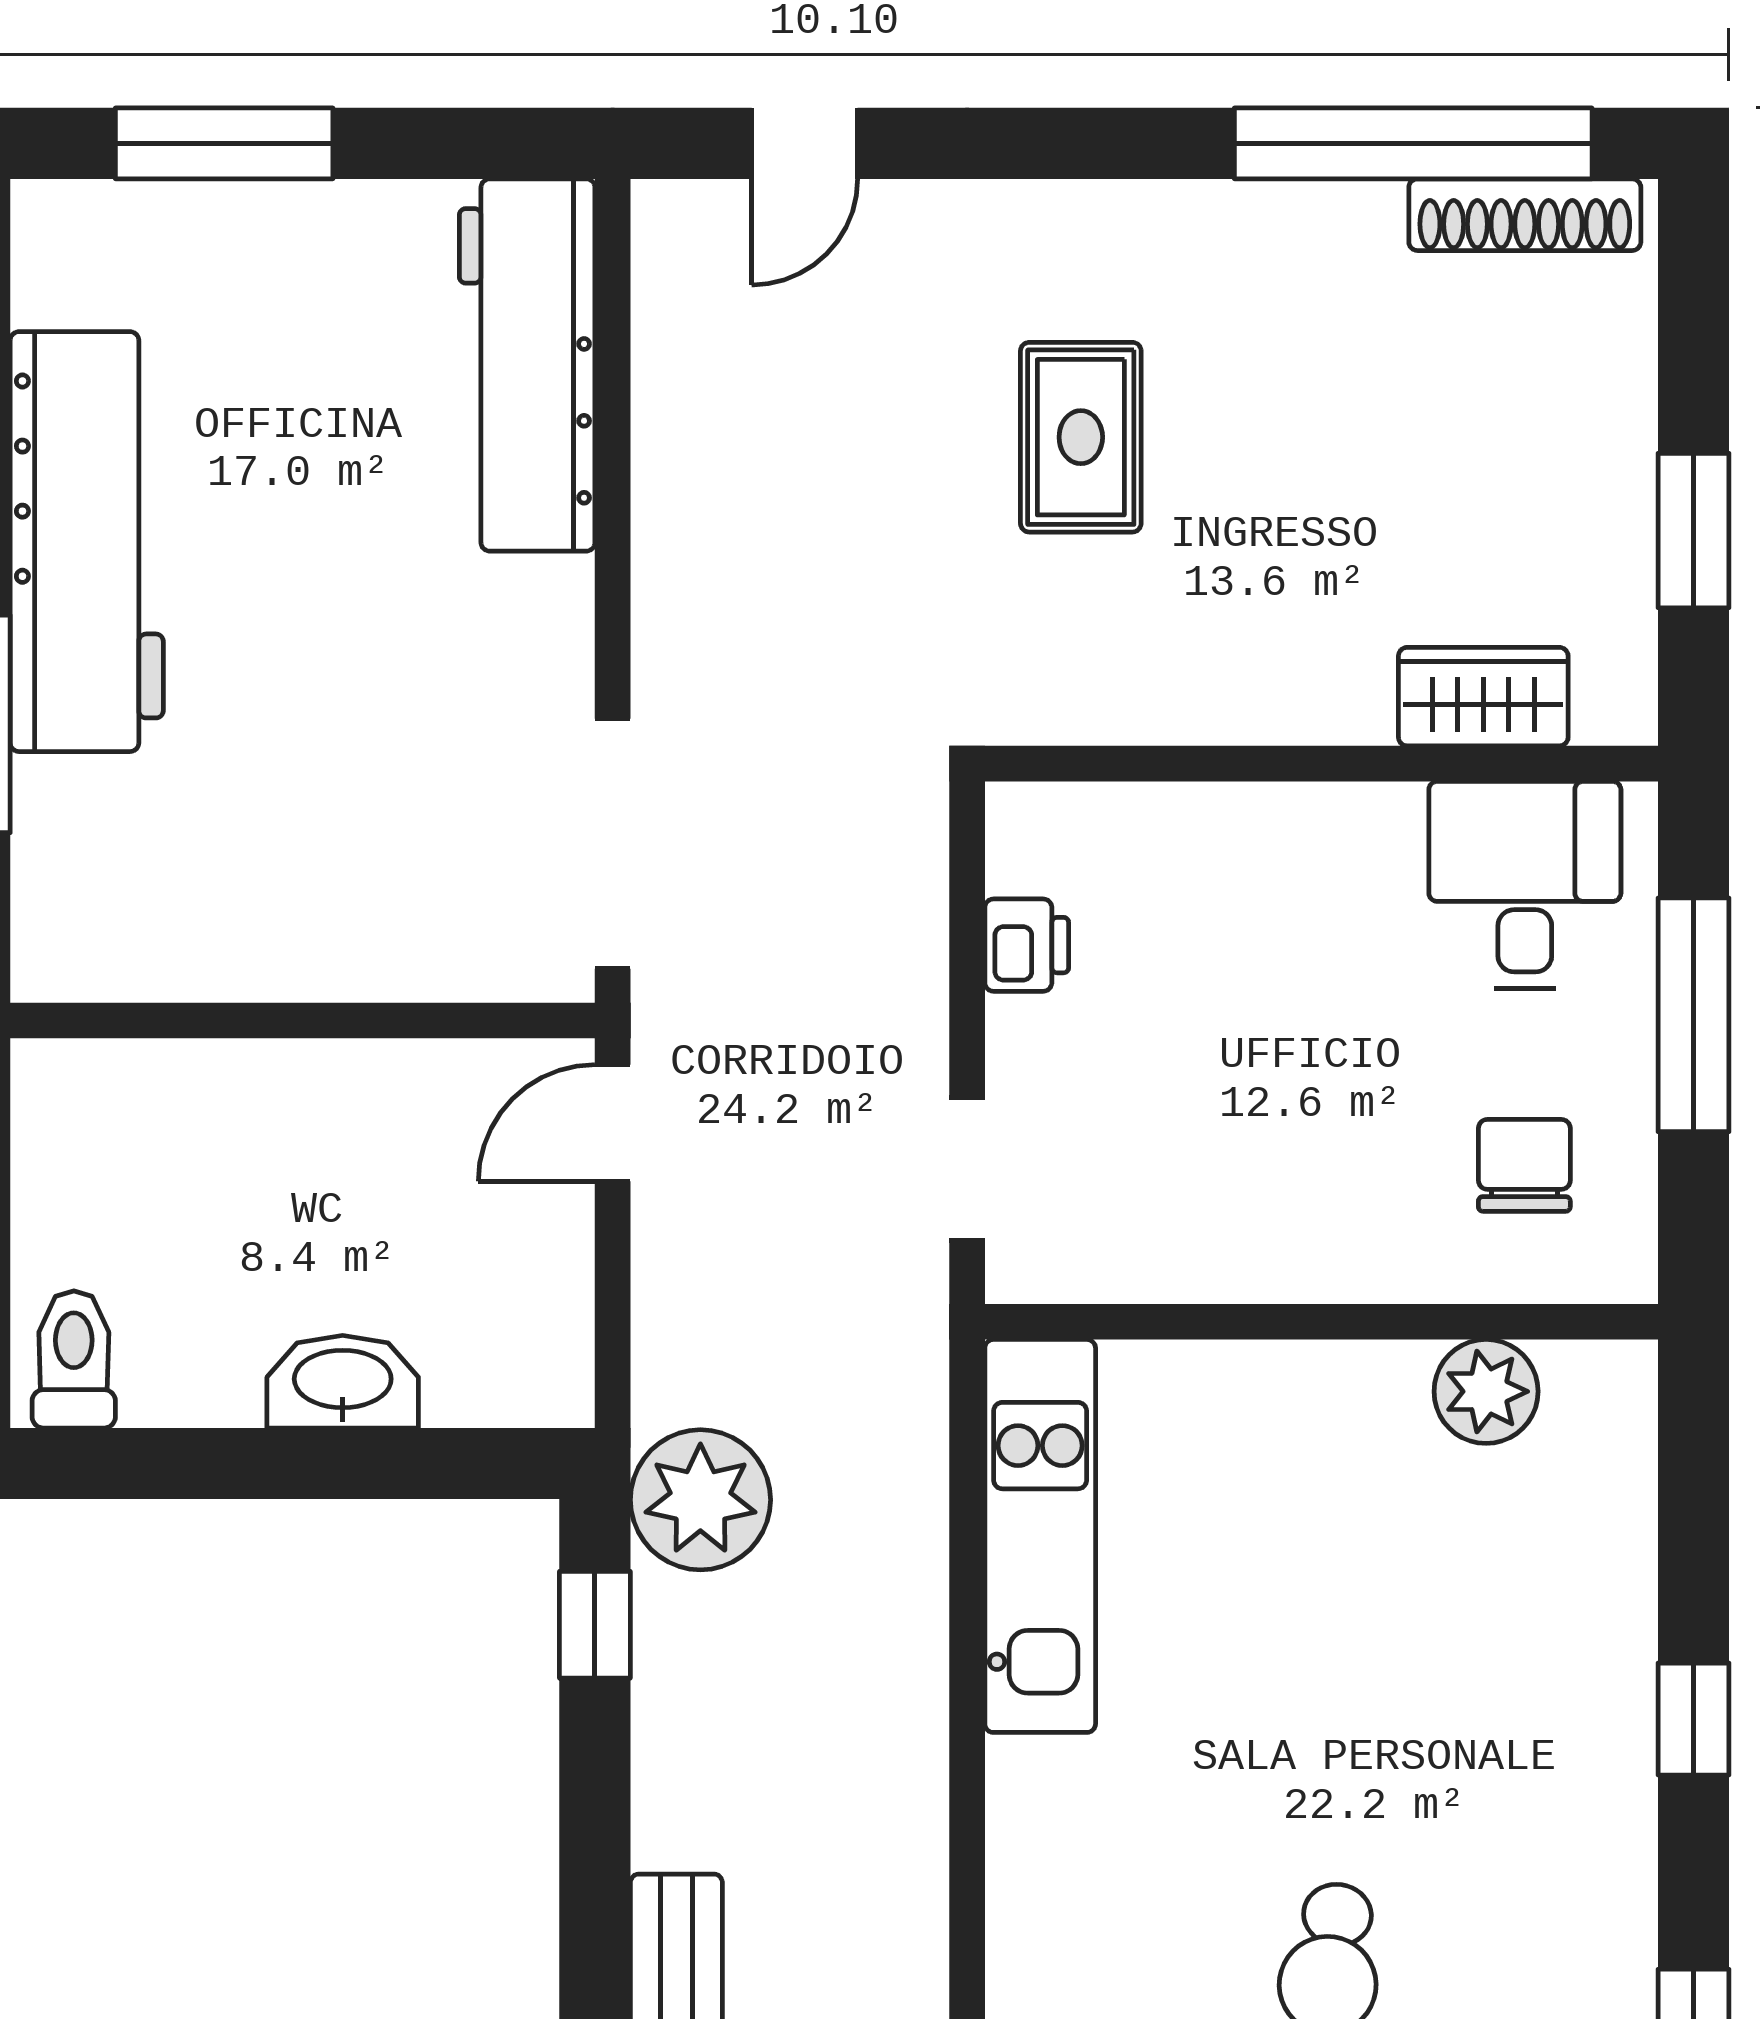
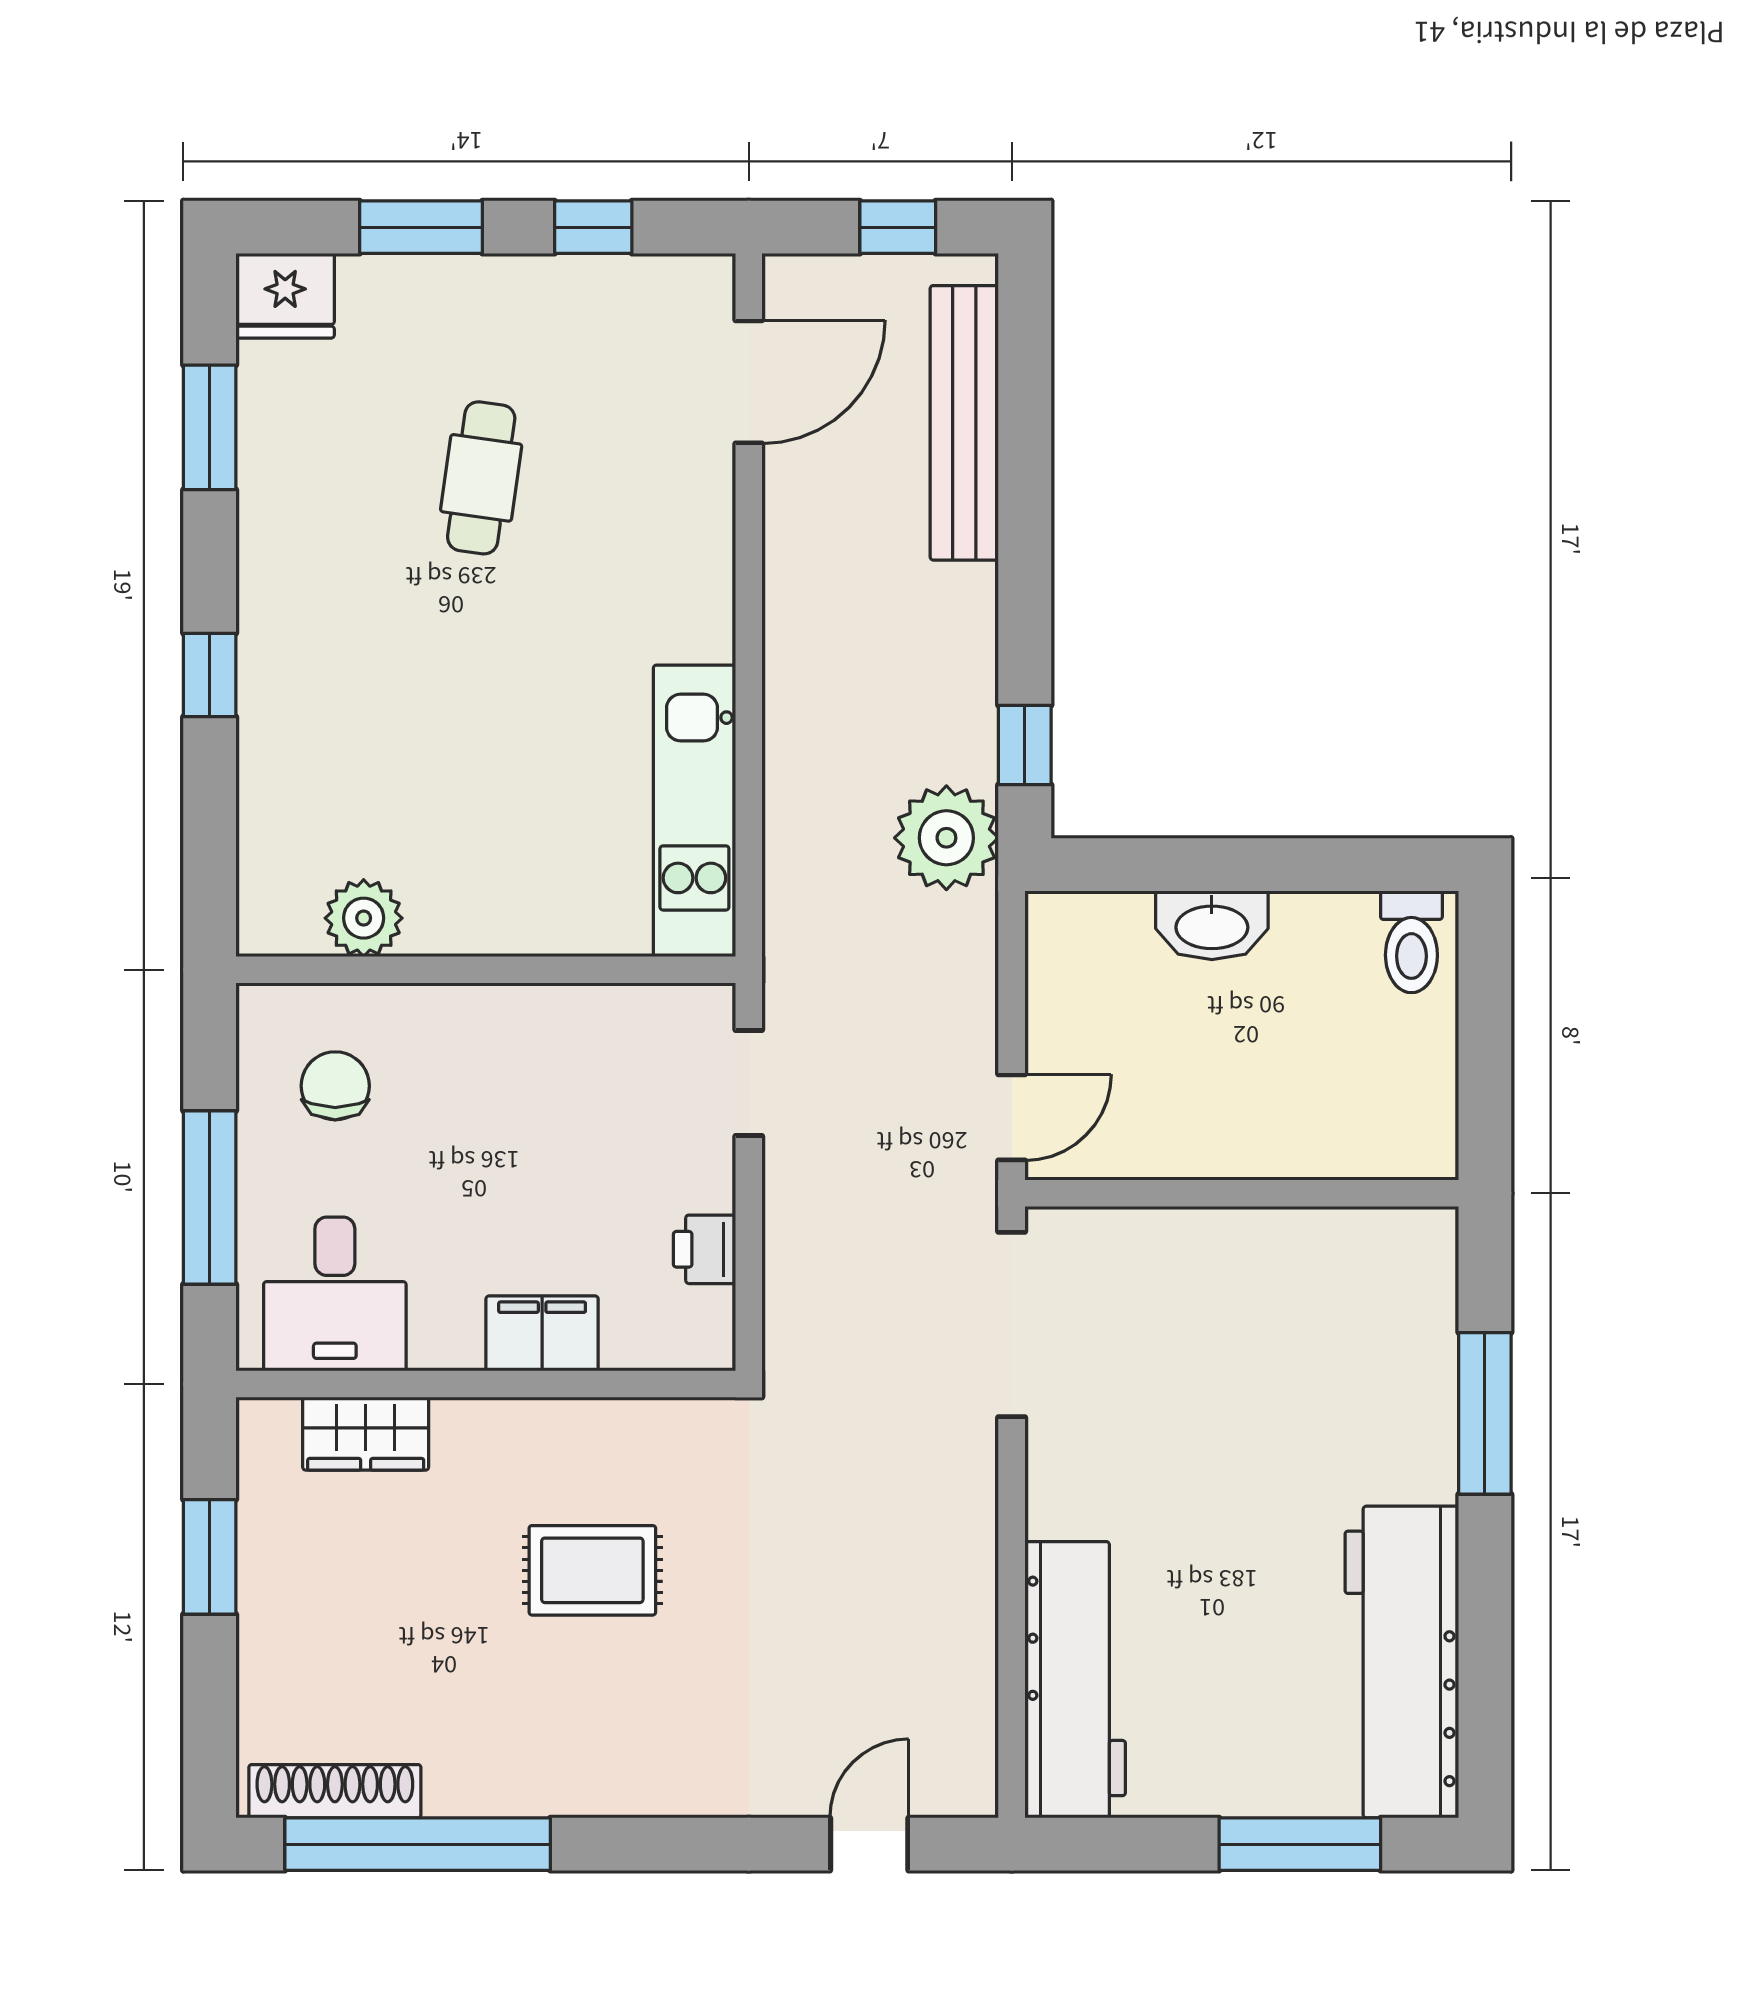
rug: (1081, 437) -> (592, 1570), moved, turned 90
workbench: (87, 542) -> (1402, 1662), moved
filing cabinet: (1246, 832) -> (542, 1333), added
chair: (1524, 1165) -> (335, 1086), turned 180

